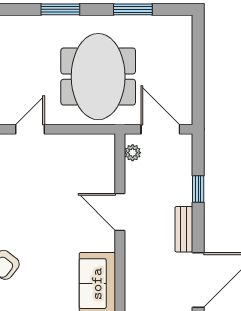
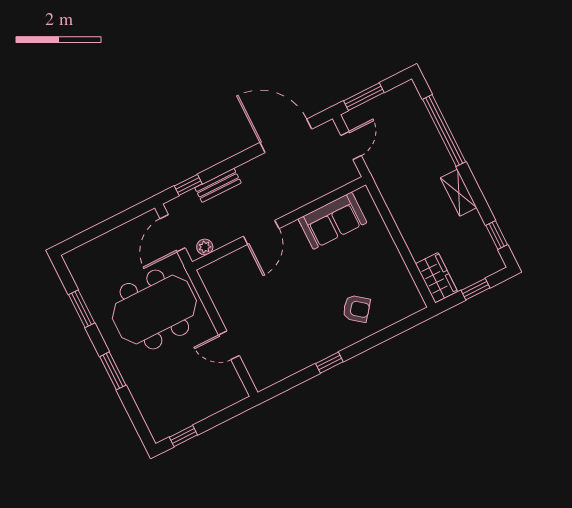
window: (198, 189) -> (188, 185), moved
bench: (184, 229) -> (218, 185), moved

